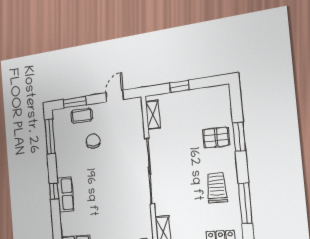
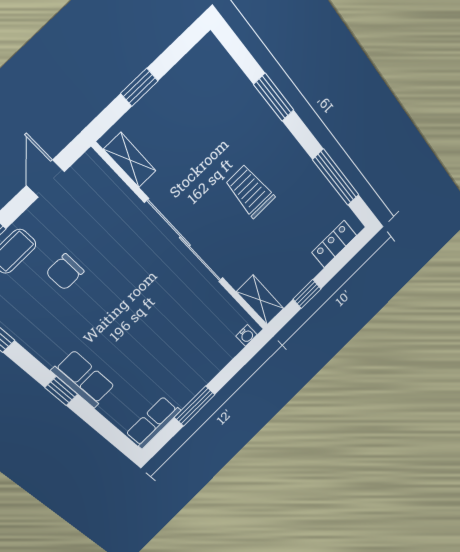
pallet: (216, 138) -> (244, 122), removed
chair: (93, 141) -> (65, 272), turned -90
trolley: (217, 188) -> (250, 191), moved

